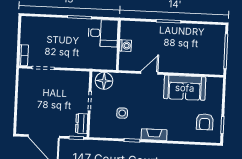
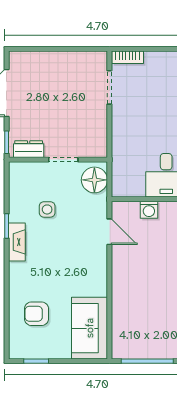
door: (149, 73) -> (109, 232), moved
sofa: (185, 88) -> (90, 328), moved
armchair: (205, 122) -> (36, 314), moved
fireplace: (154, 135) -> (17, 242), moved

